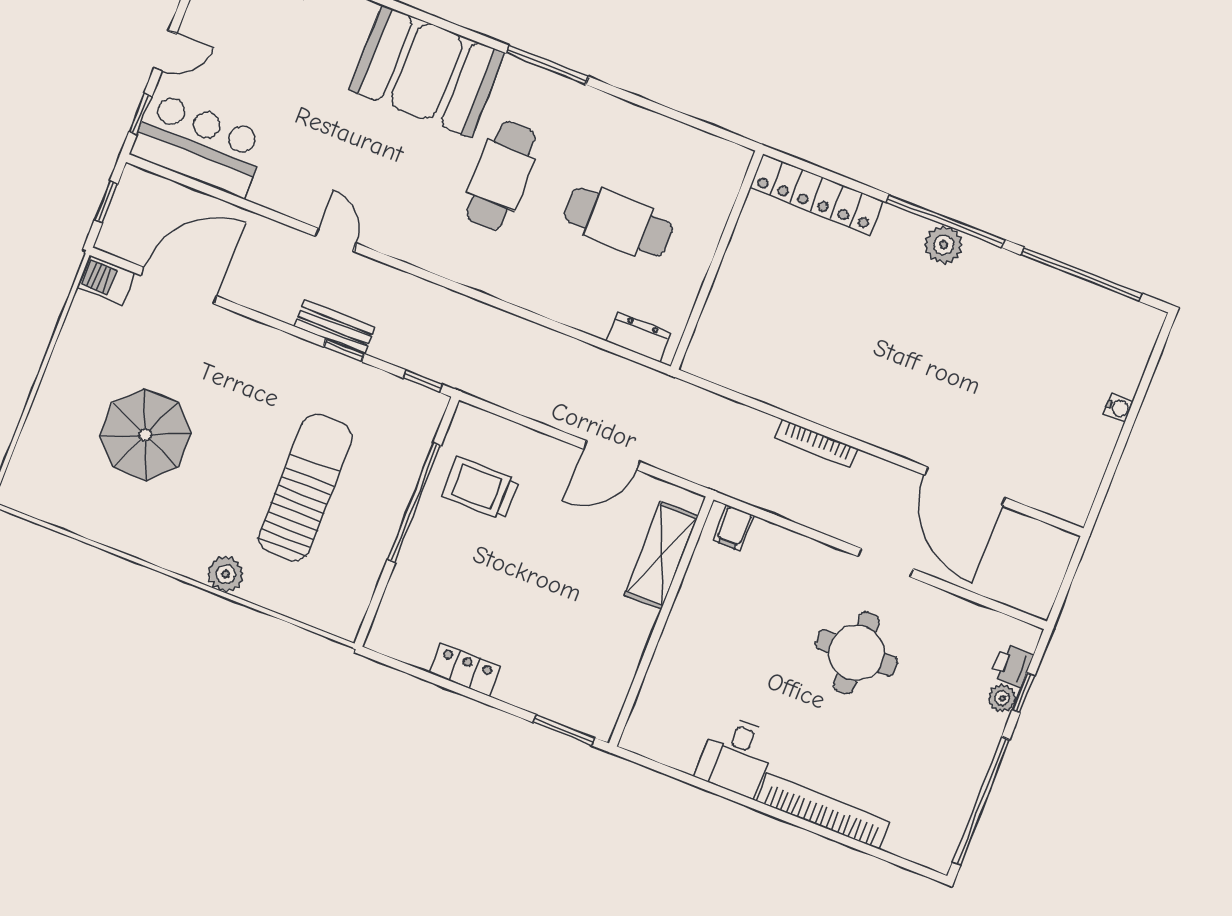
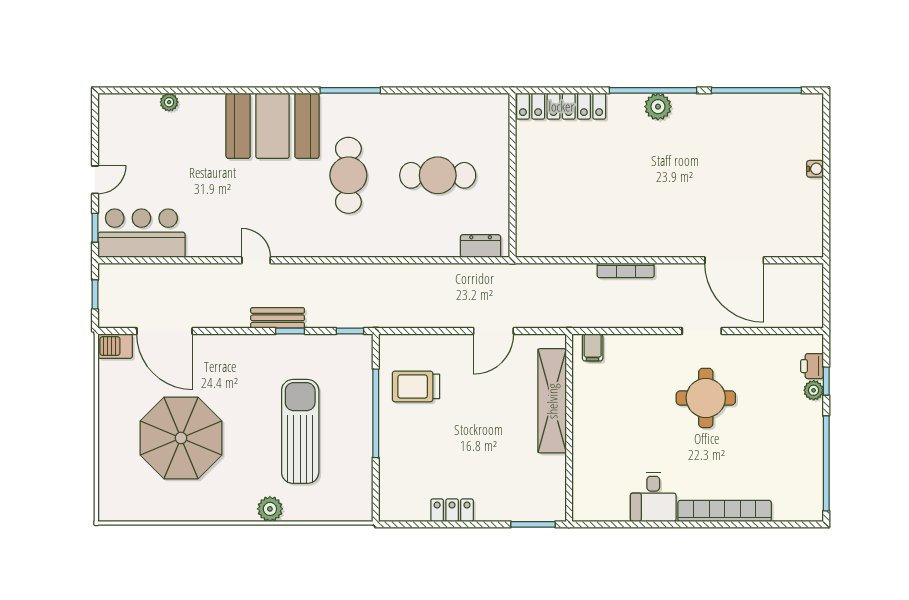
door: (179, 286) -> (165, 331), swing flipped
parasol: (145, 435) -> (181, 438), width x1.36, depth x1.36
shelving: (661, 555) -> (552, 401), width x1.47

